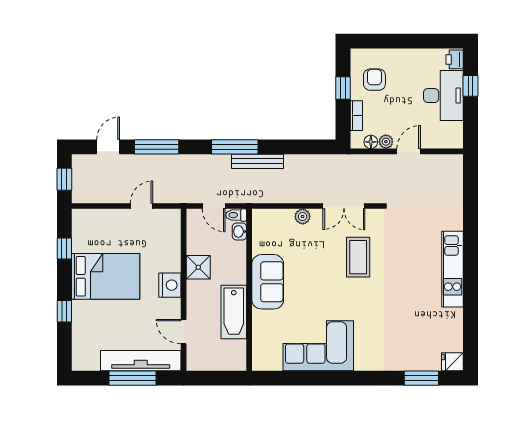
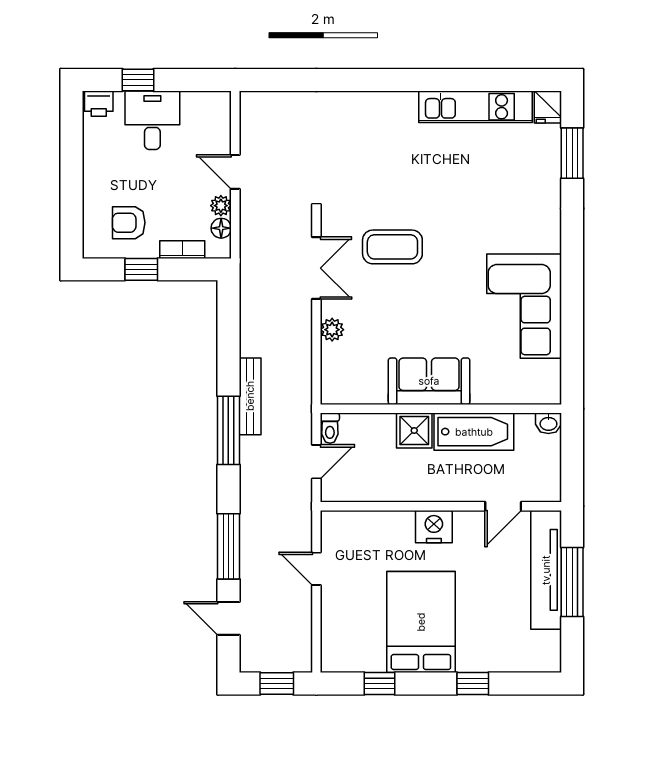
desk: (443, 96) -> (152, 120), width x0.73
washbasin: (239, 231) -> (548, 423), moved
shower: (198, 267) -> (414, 430), moved
kitchen unit: (452, 269) -> (476, 107), moved

